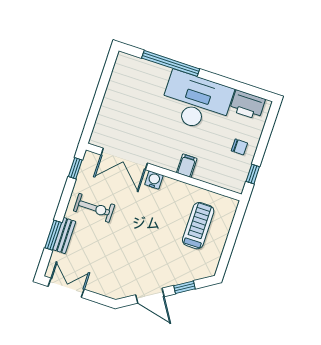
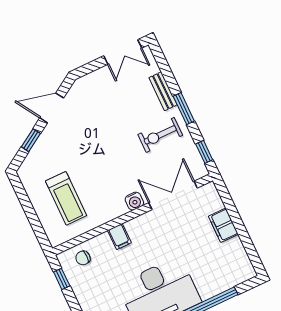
filing cabinet: (110, 107) -> (223, 225), added
chair: (239, 147) -> (83, 258), moved
window: (53, 235) -> (184, 109), moved

